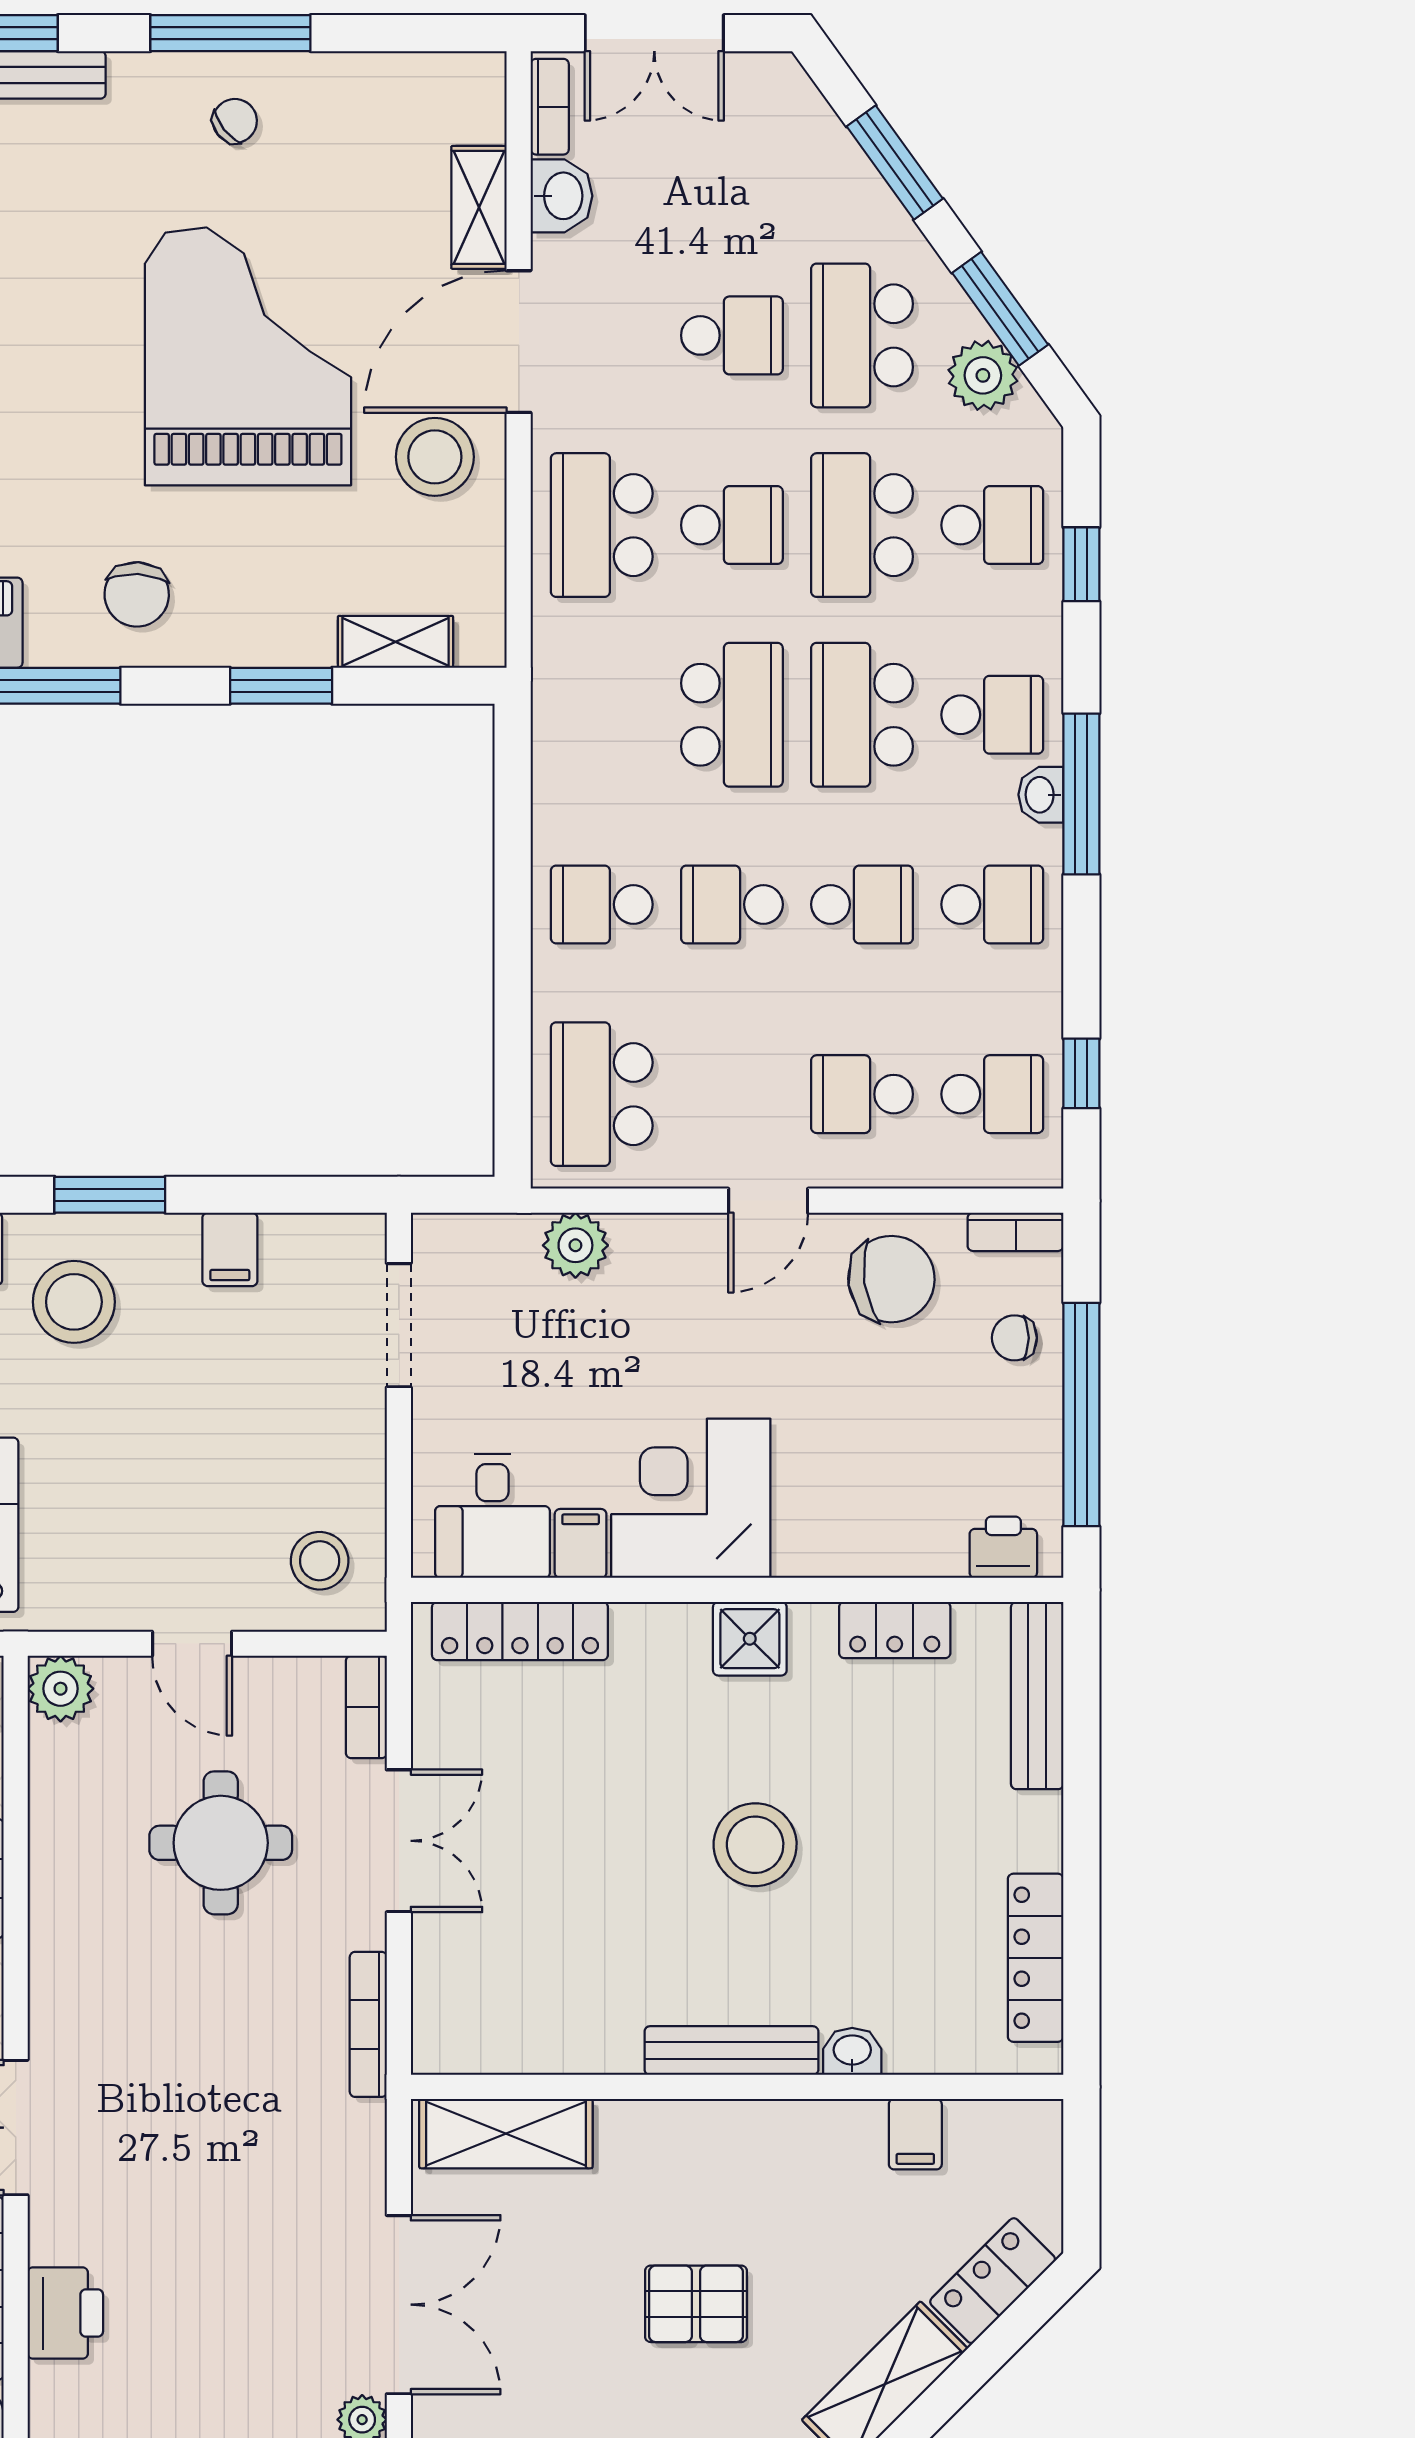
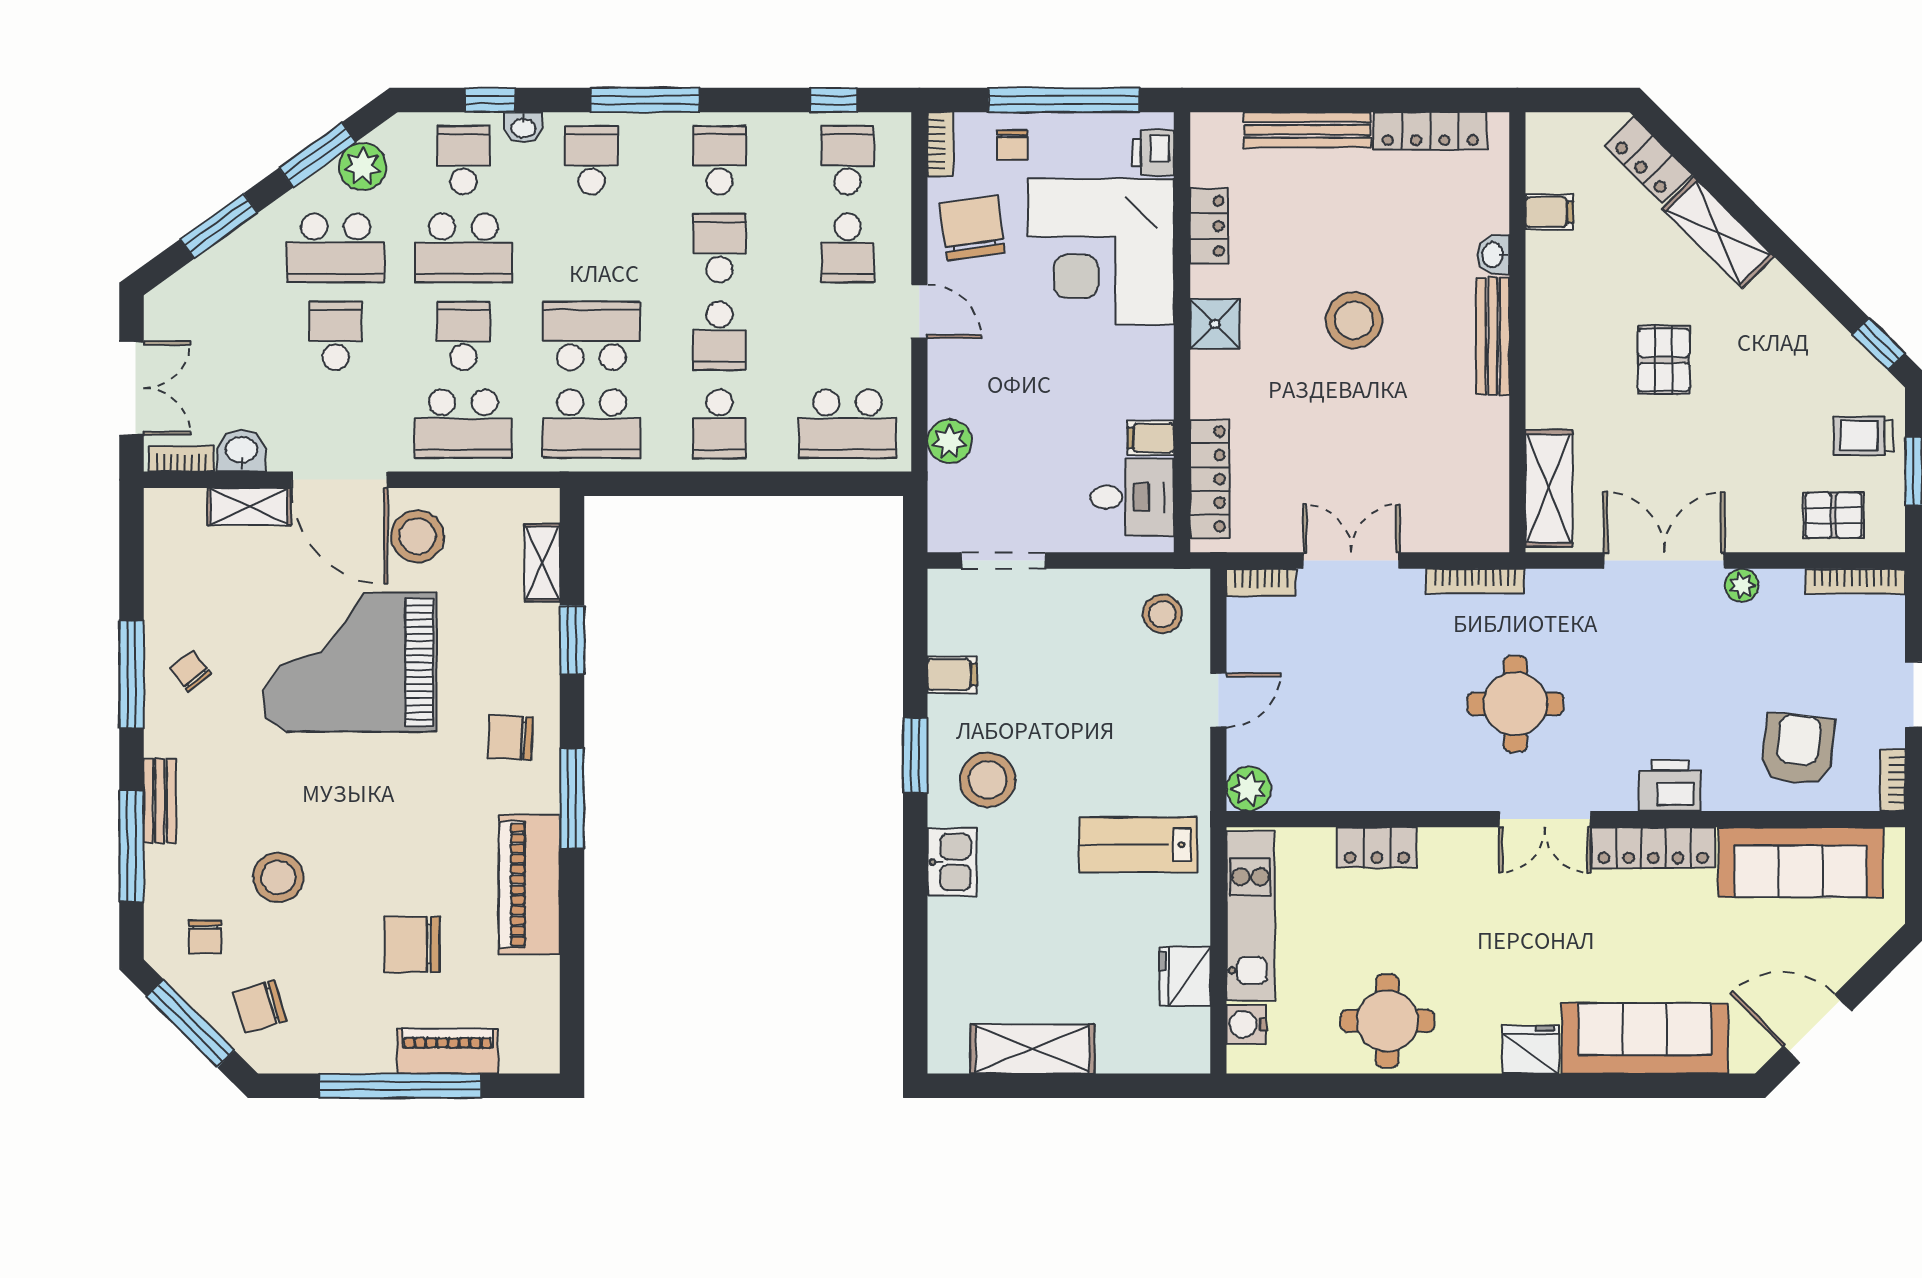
chair: (137, 594) -> (510, 737), turned 180
school desk: (862, 715) -> (591, 424), moved
washbasin: (1041, 795) -> (523, 127), moved
corner desk: (691, 1498) -> (1101, 252), moved, width x1.36, depth x1.36
bench: (1037, 1696) -> (1307, 130), moved
round table: (221, 1843) -> (1515, 704), moved

